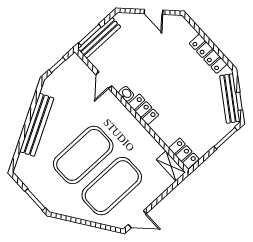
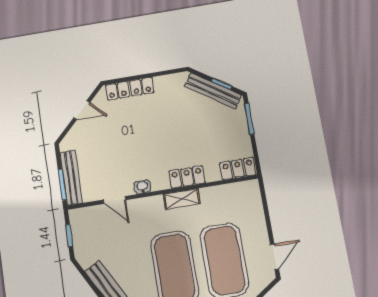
locker: (208, 54) -> (130, 89), moved
locker: (143, 110) -> (187, 177), moved
shelving: (171, 166) -> (182, 199), moved

